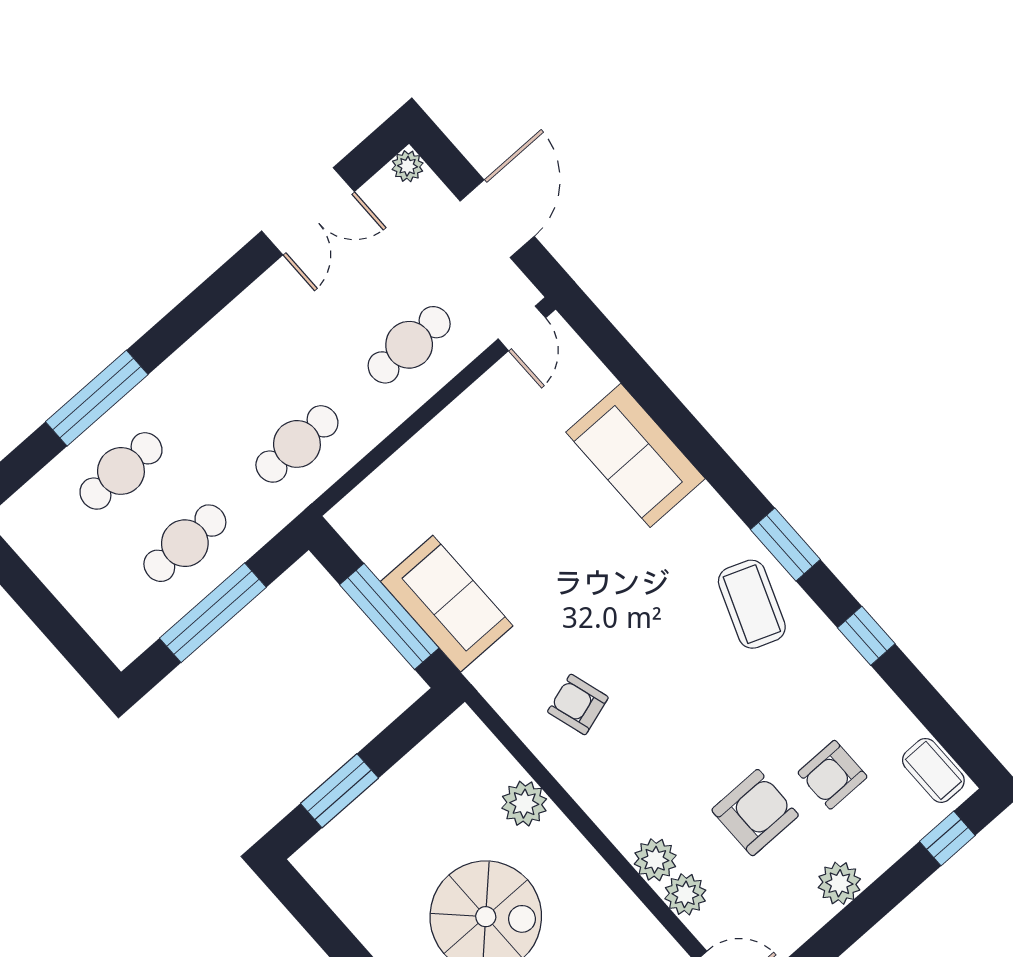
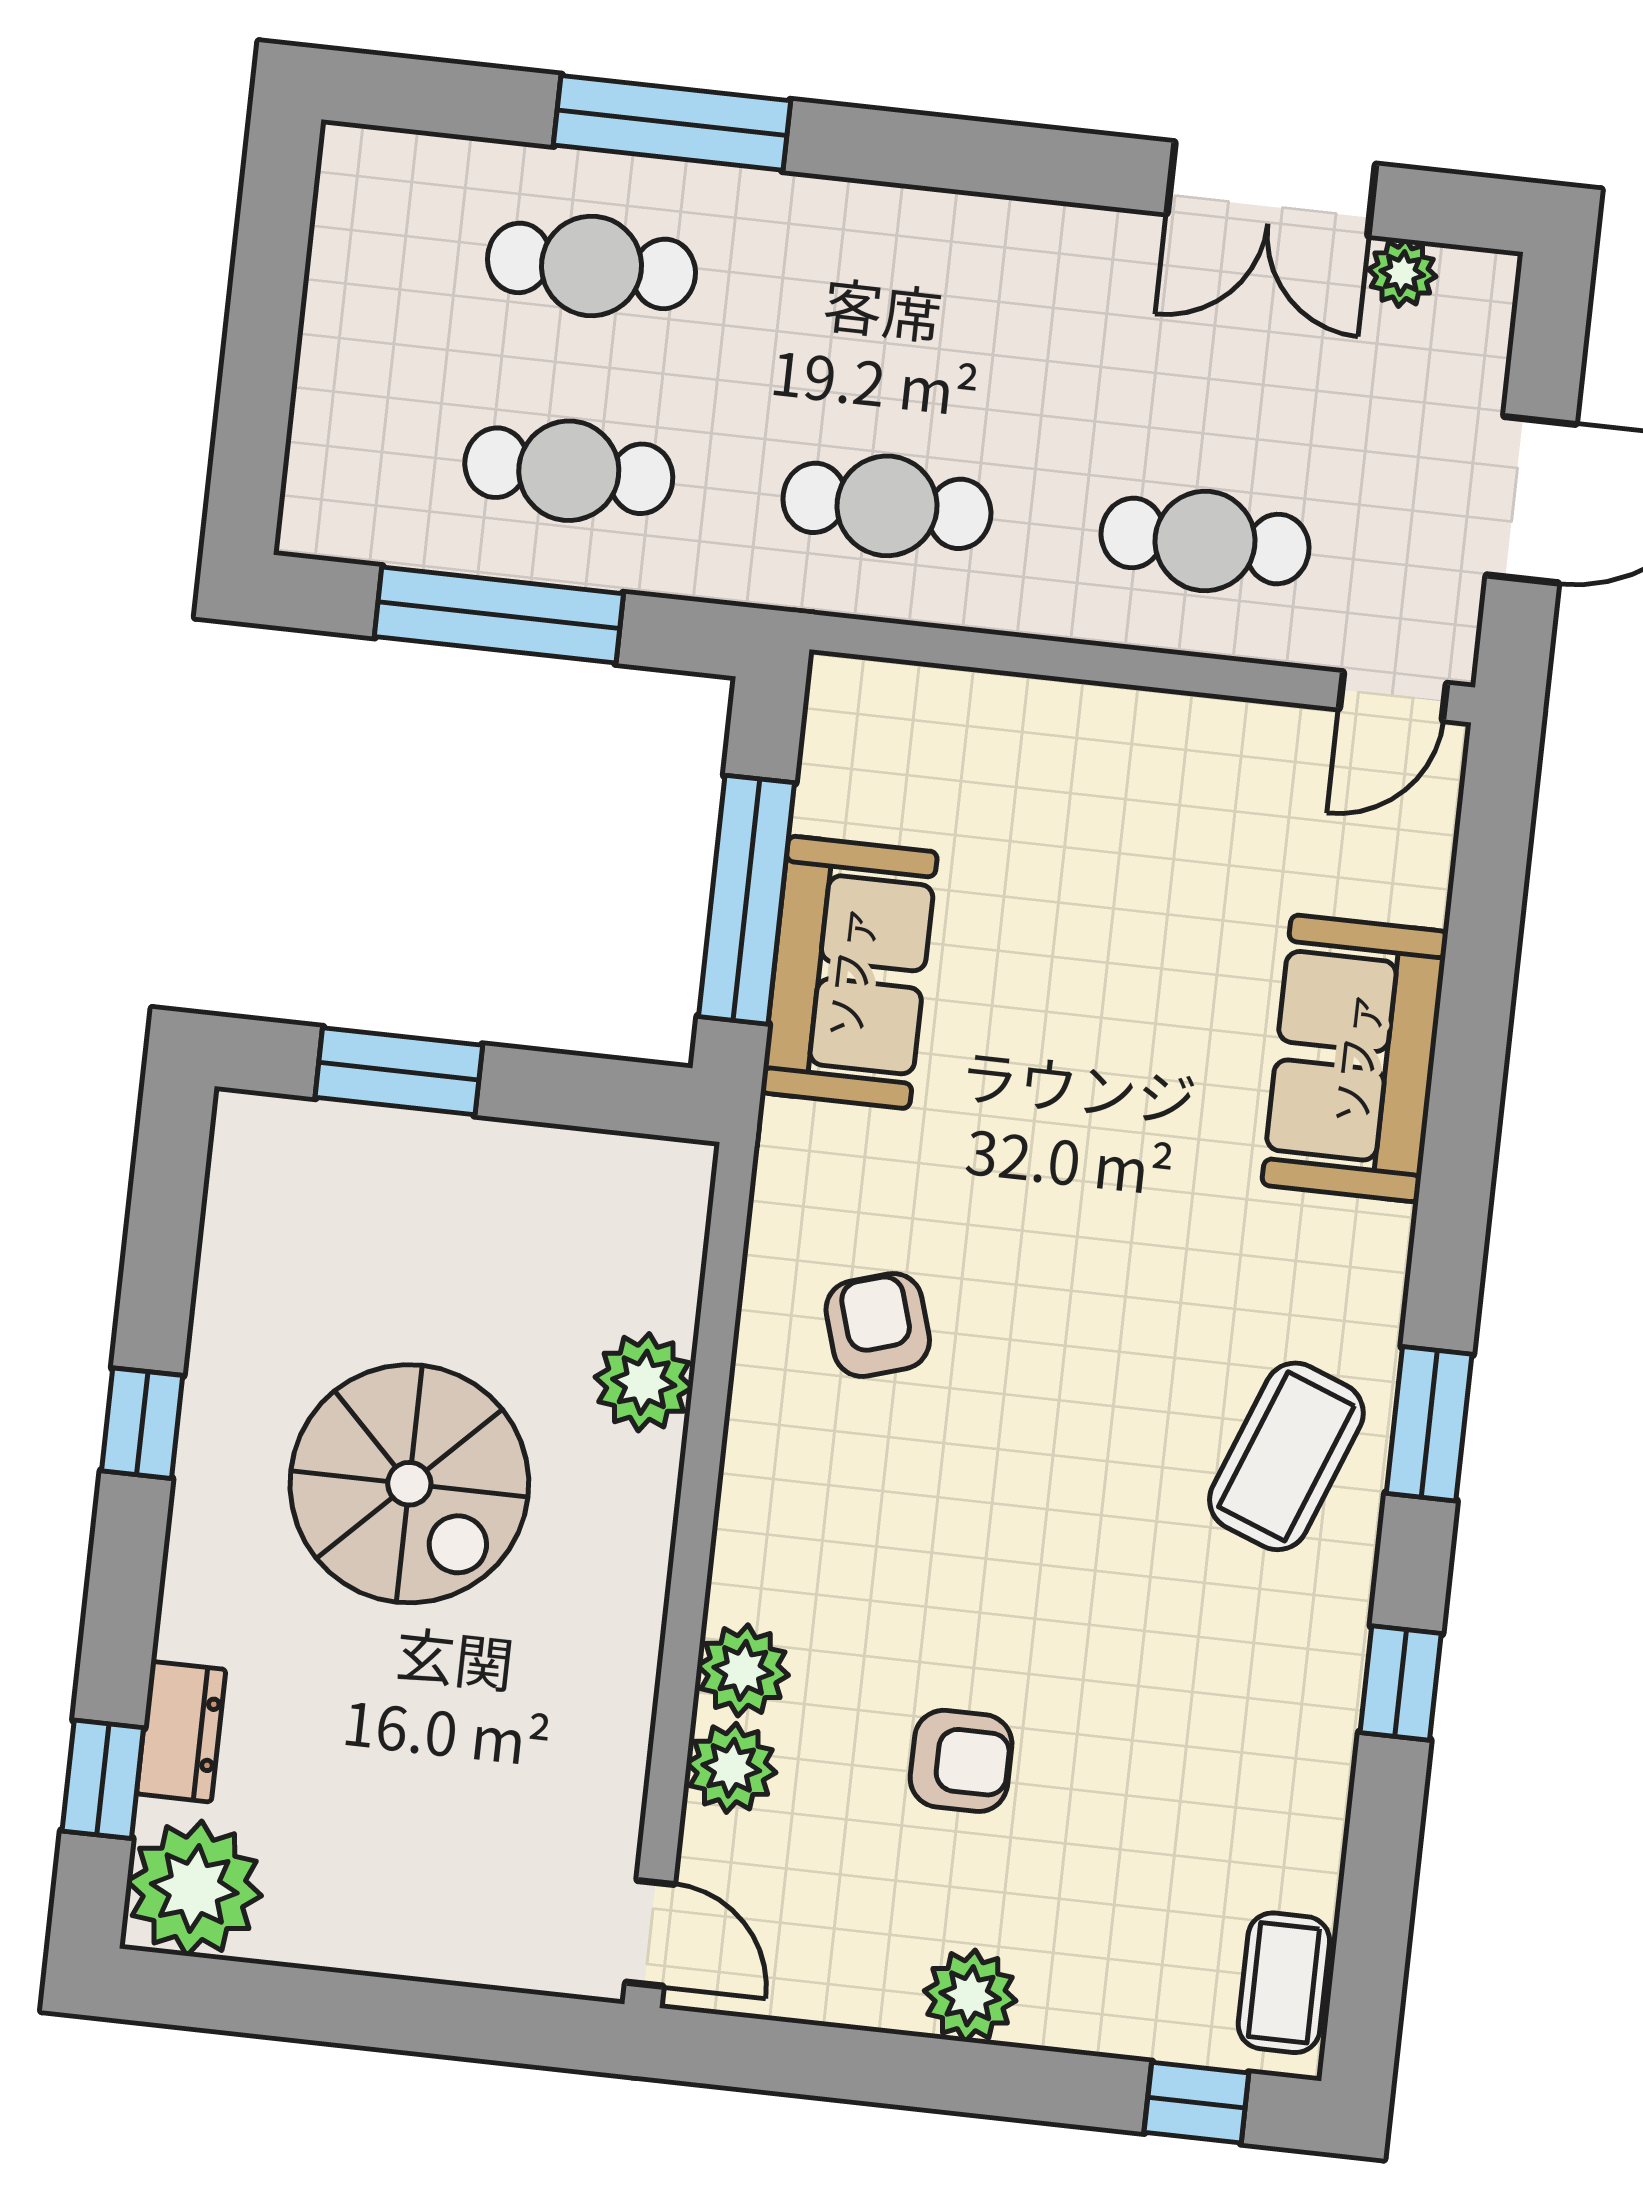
plant: (408, 166) -> (1402, 273), moved
armchair: (833, 775) -> (1132, 1829), removed
armchair: (755, 813) -> (961, 1761), width x0.72, depth x0.72

